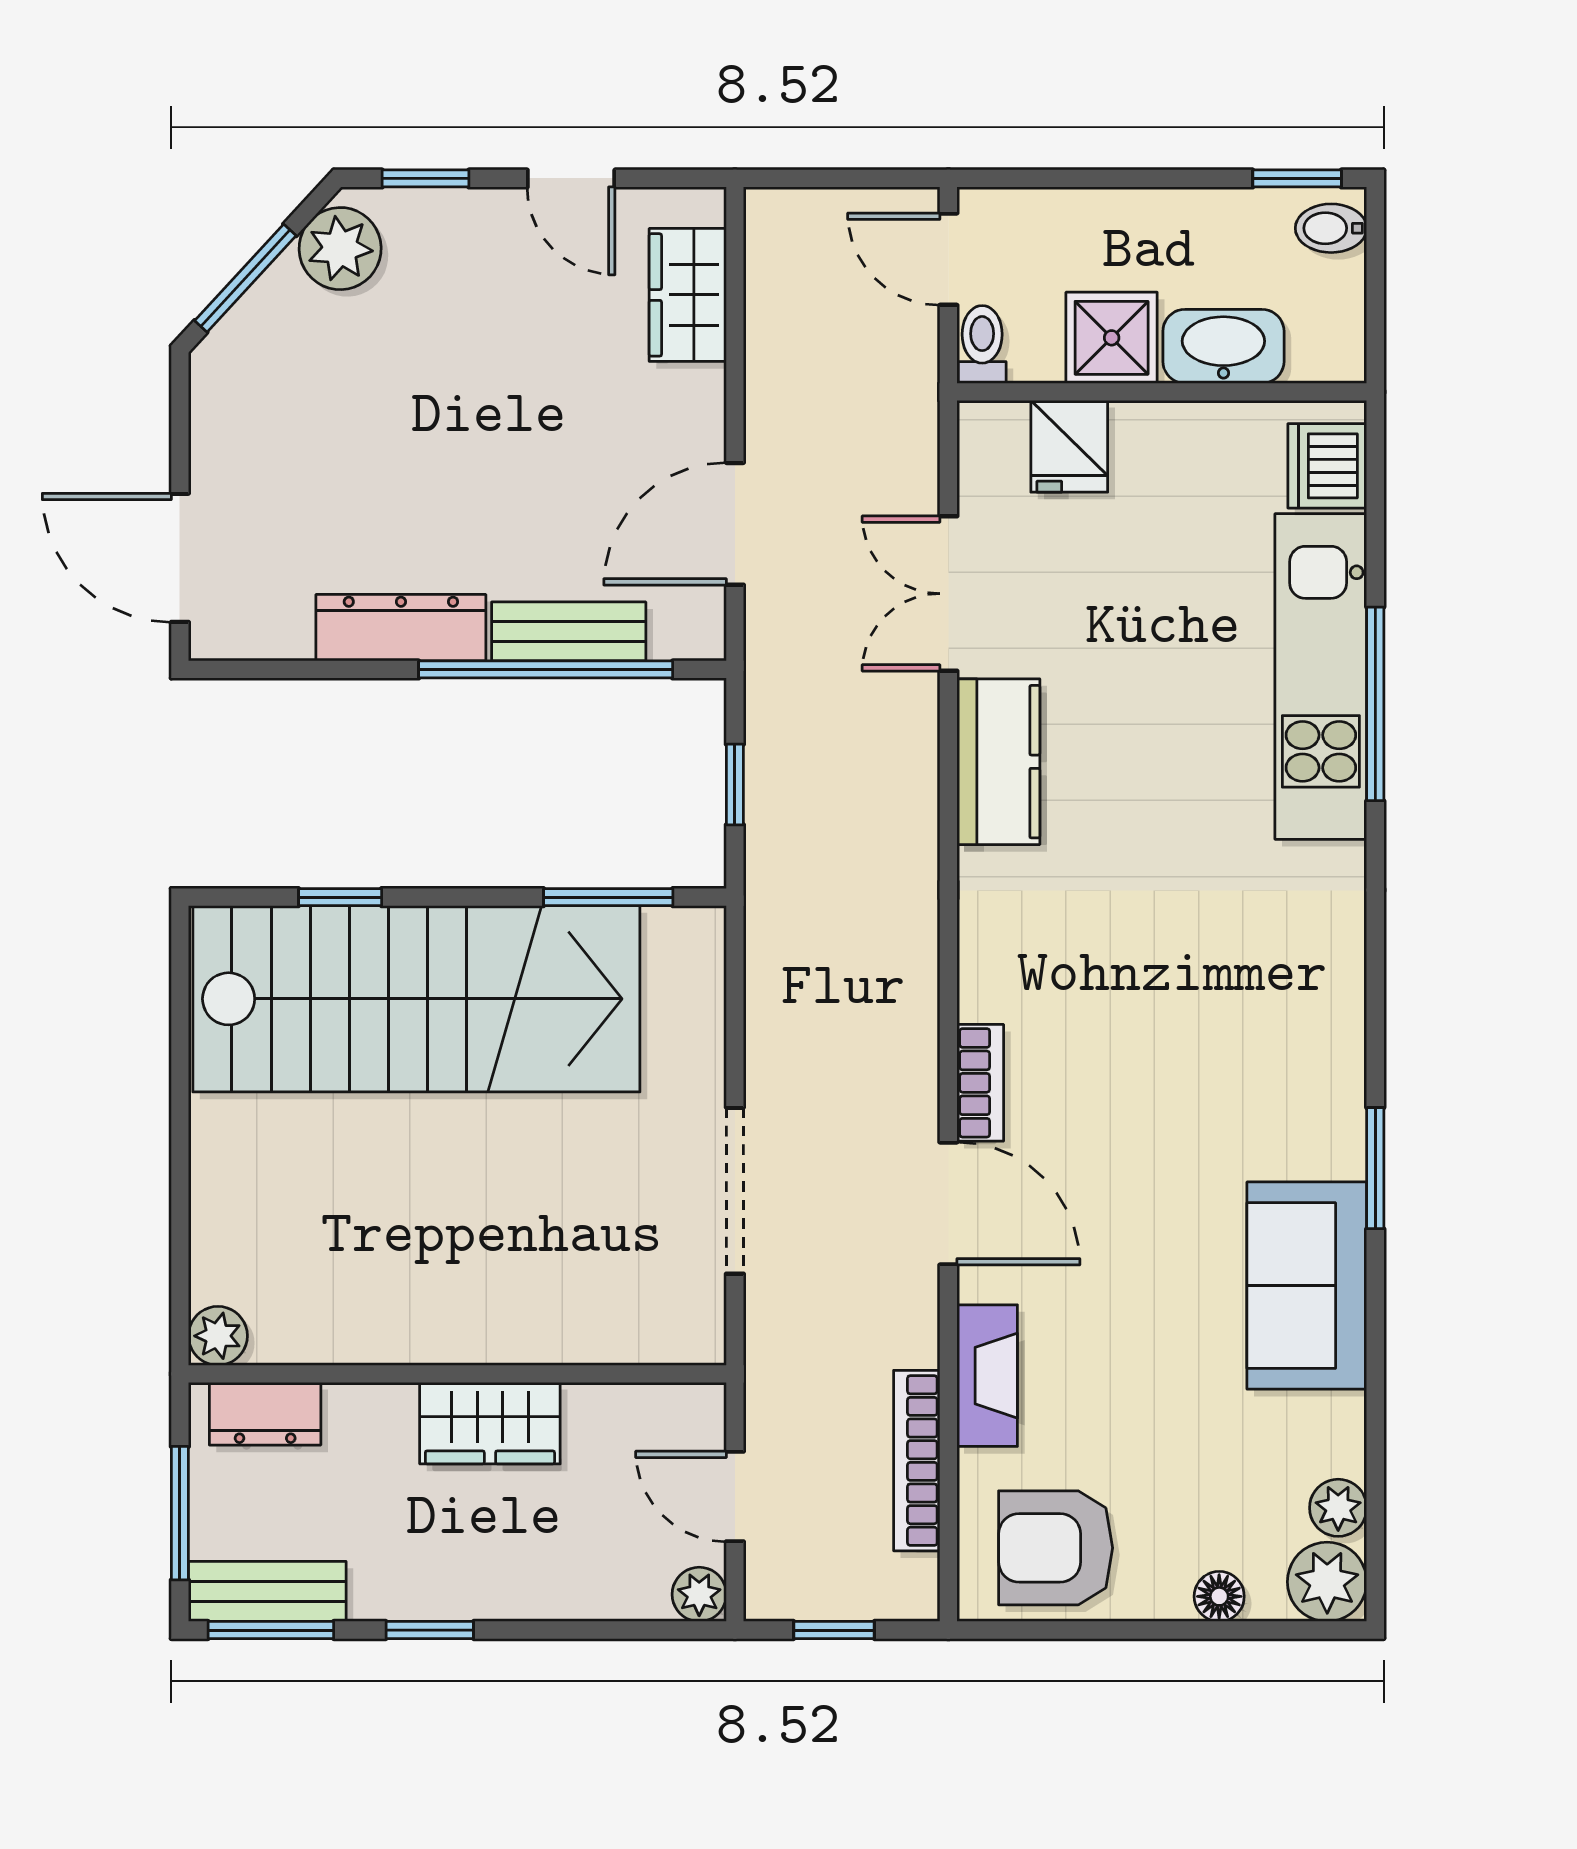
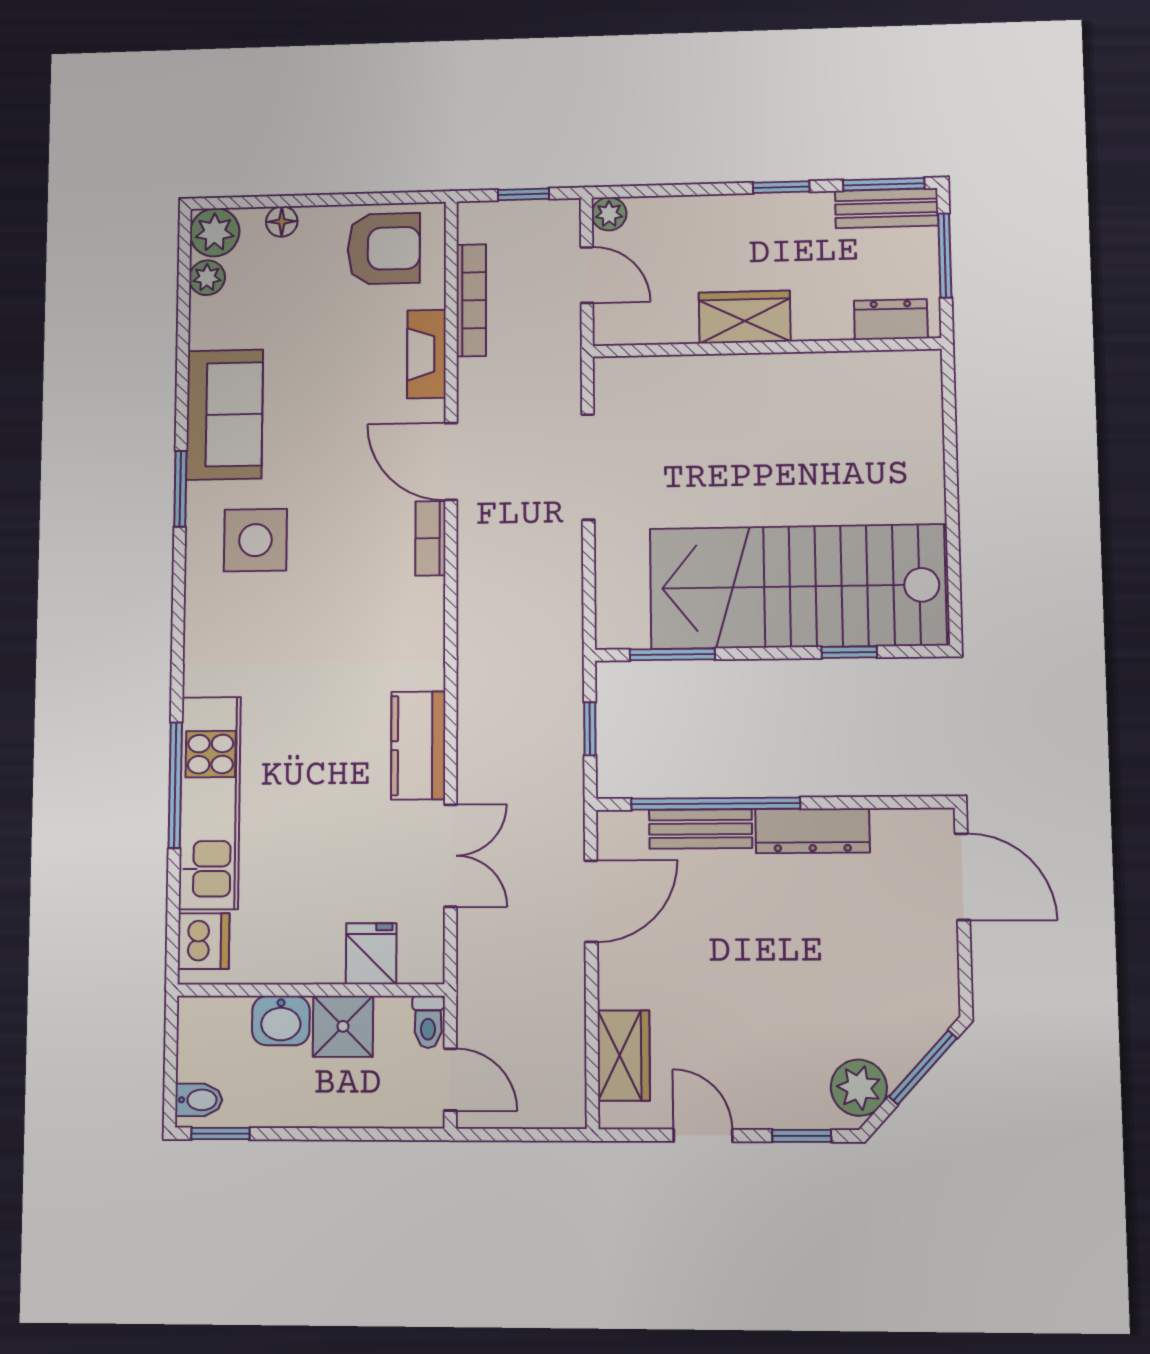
washbasin: (1223, 346) -> (281, 1021), width x0.72
side table: (1255, 1085) -> (255, 540), added
plant: (218, 1336) -> (923, 368), removed

